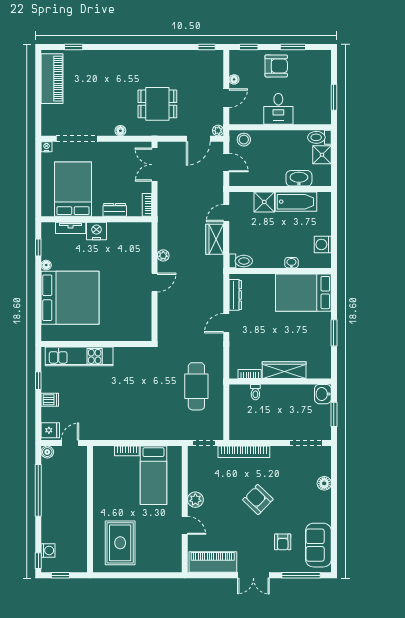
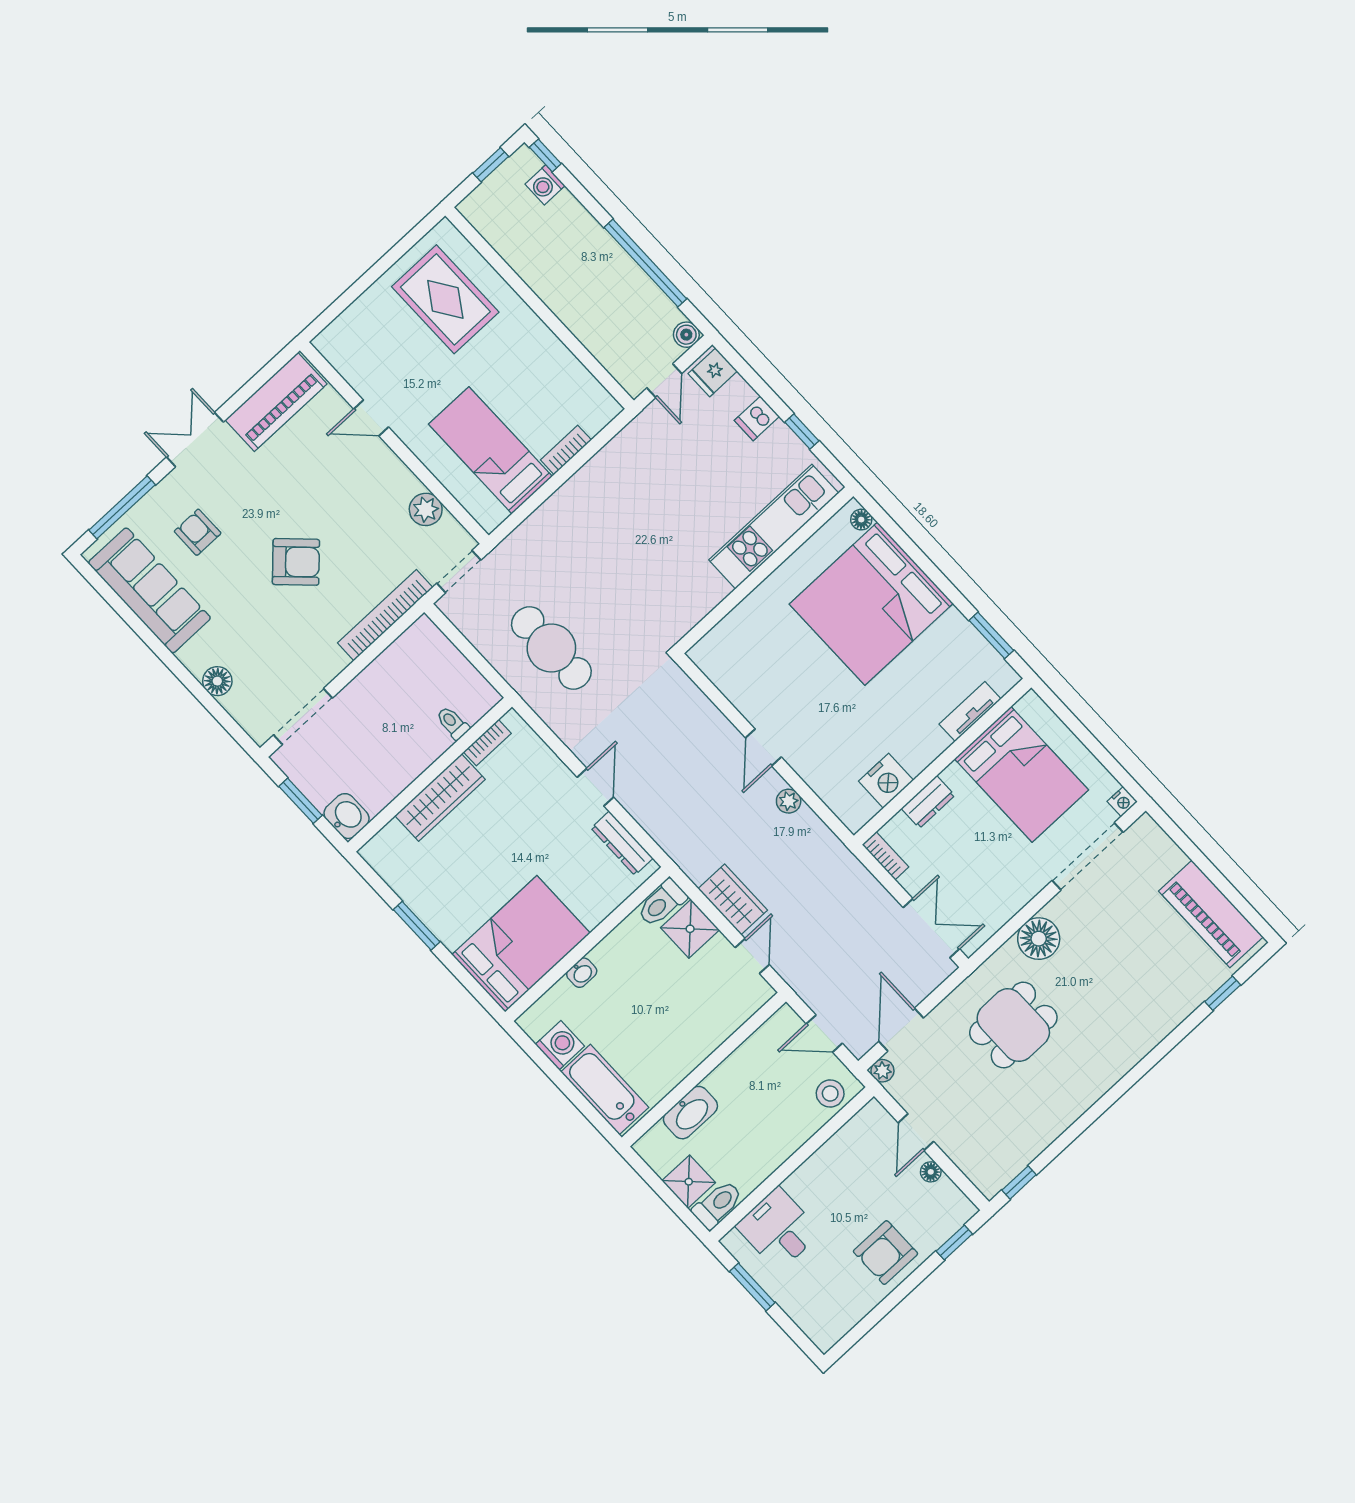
window: (293, 47) -> (887, 1305), removed
desk: (278, 109) -> (778, 1229), moved
floor lamp: (120, 131) -> (1039, 939), width x1.89, depth x1.89
shower: (264, 202) -> (690, 929), moved
bathtub: (296, 202) -> (605, 1090), moved, turned 90
nightstand: (97, 231) -> (886, 781), moved
window: (38, 248) -> (991, 635), width x1.50
floor lamp: (46, 265) -> (861, 520), moved
plant: (195, 500) -> (426, 509), moved
sofa: (318, 545) -> (149, 590), width x1.36

